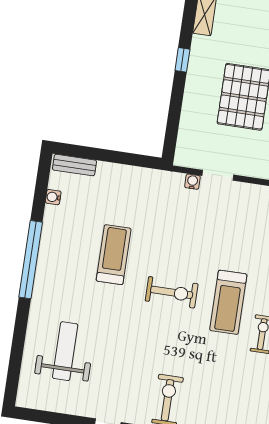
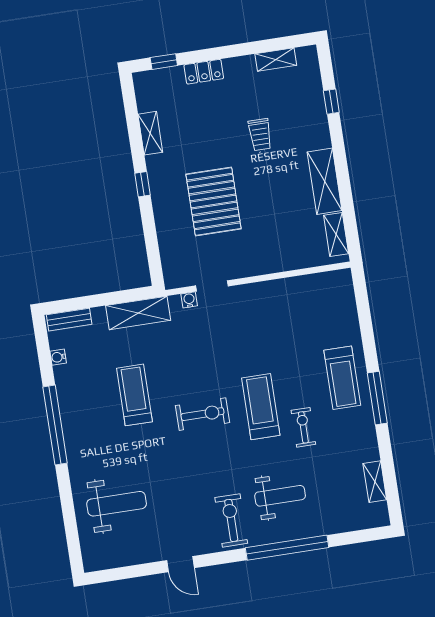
shelving: (141, 179) -> (138, 313), added
treadmill: (228, 302) -> (261, 407), turned 180
weight bench: (65, 351) -> (117, 504), turned 90
weight bench: (220, 391) -> (280, 496), added

